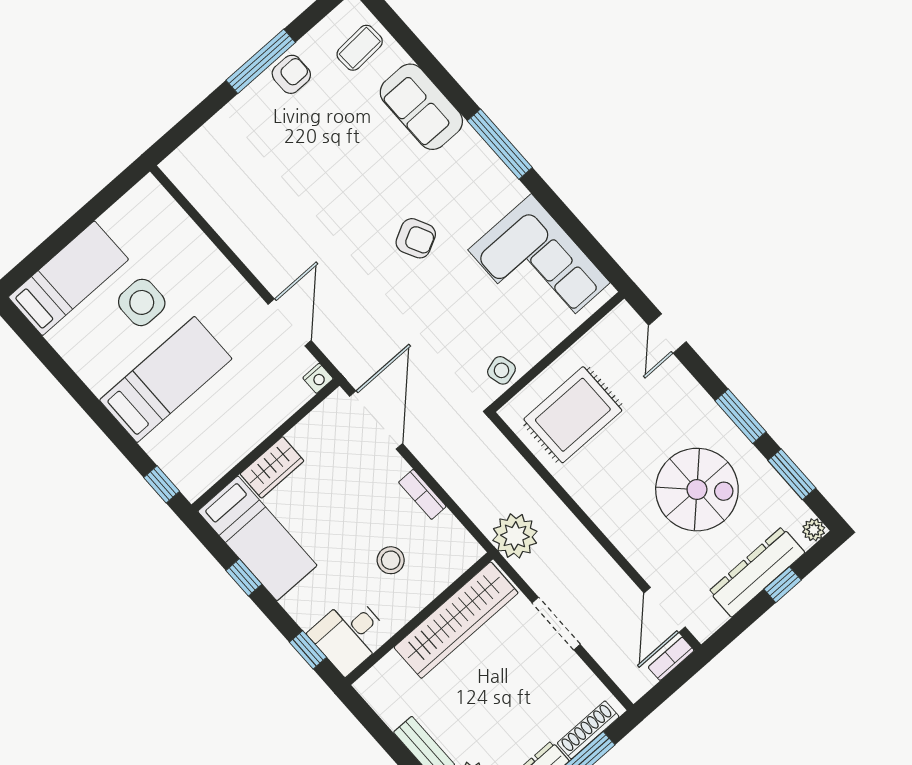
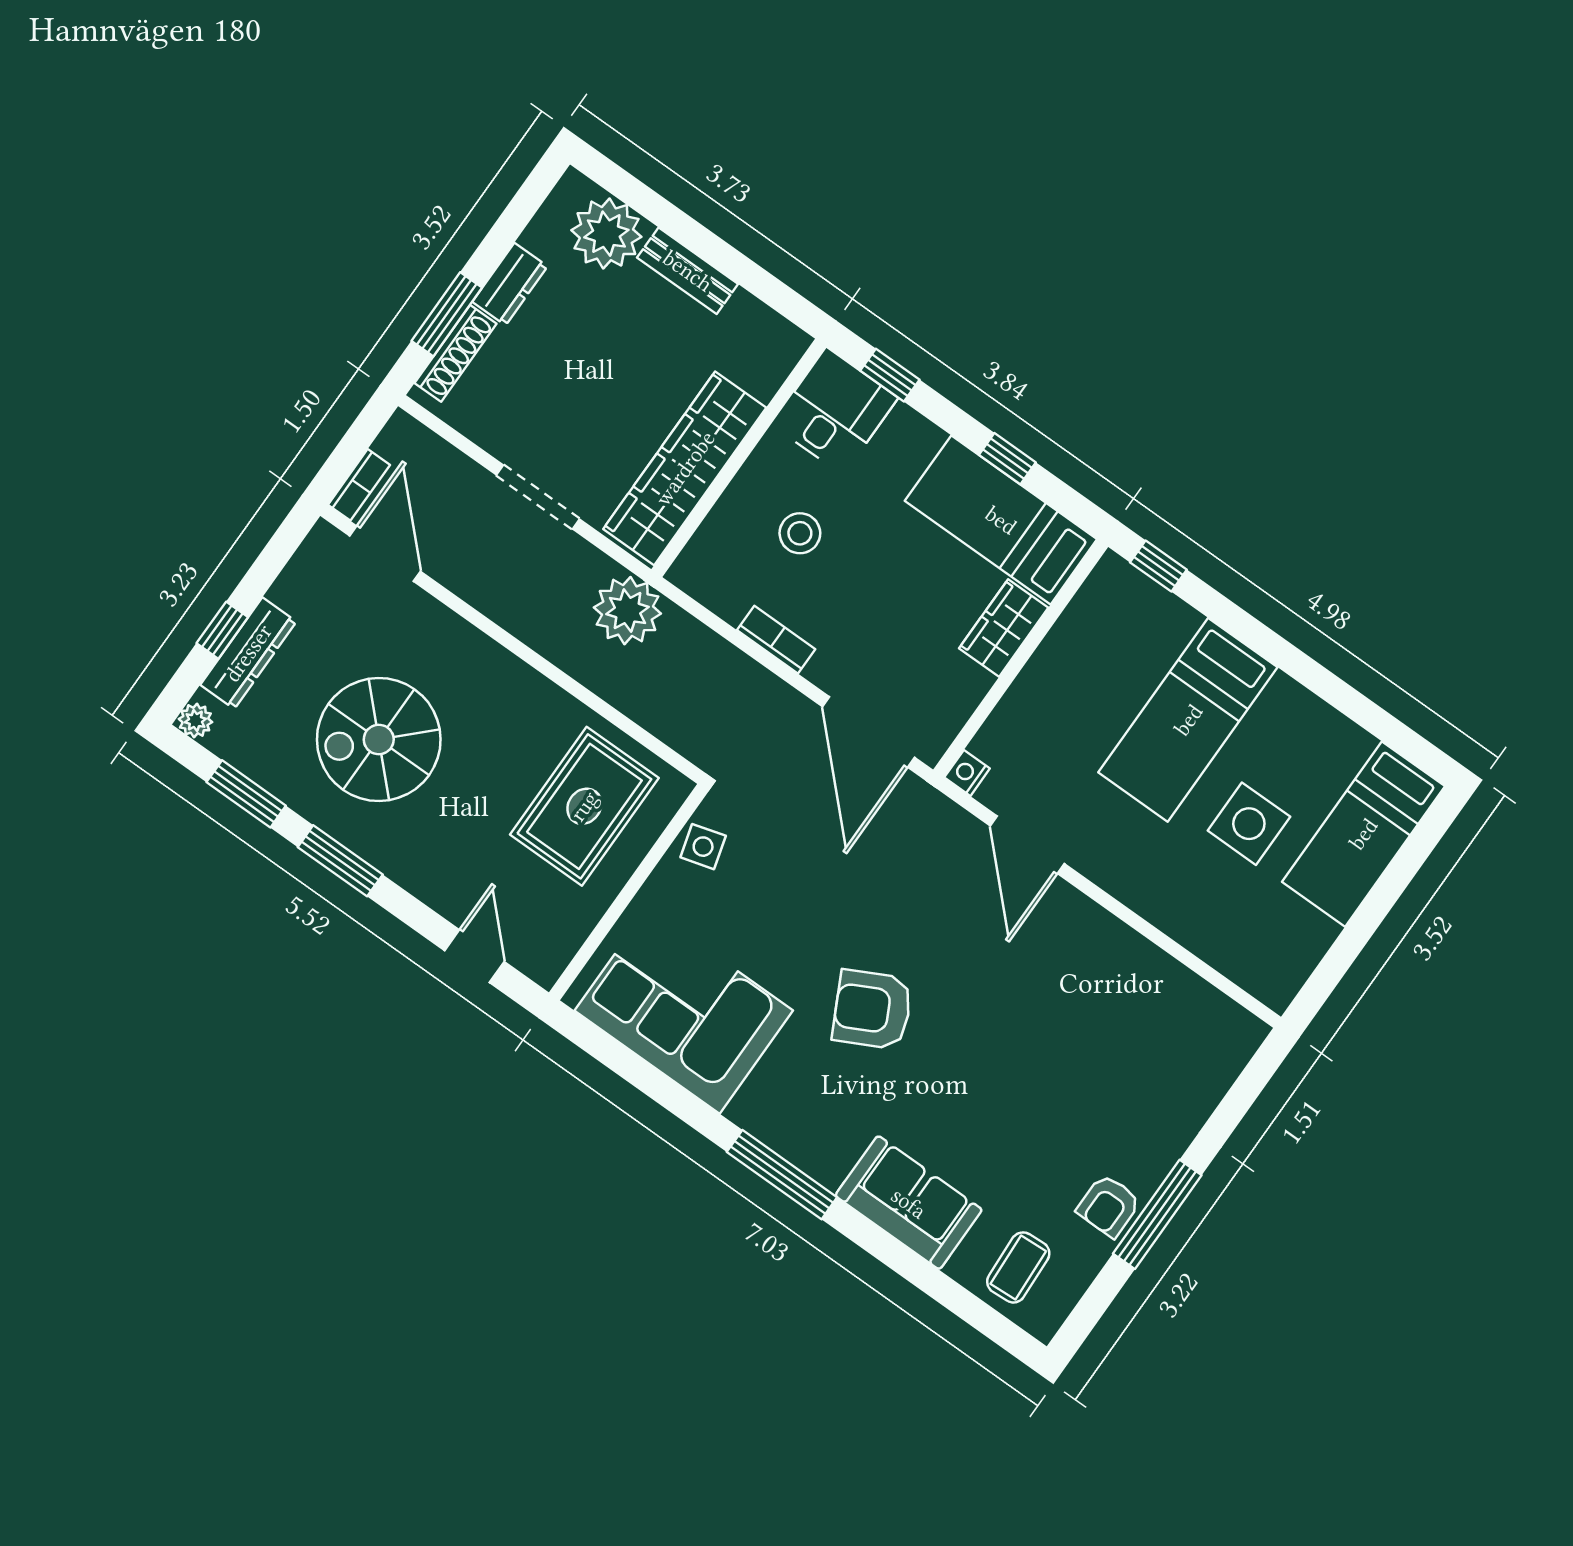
armchair: (416, 238) -> (872, 1009), width x1.38, depth x1.38
dresser: (757, 572) -> (248, 653), width x0.73, depth x0.80

